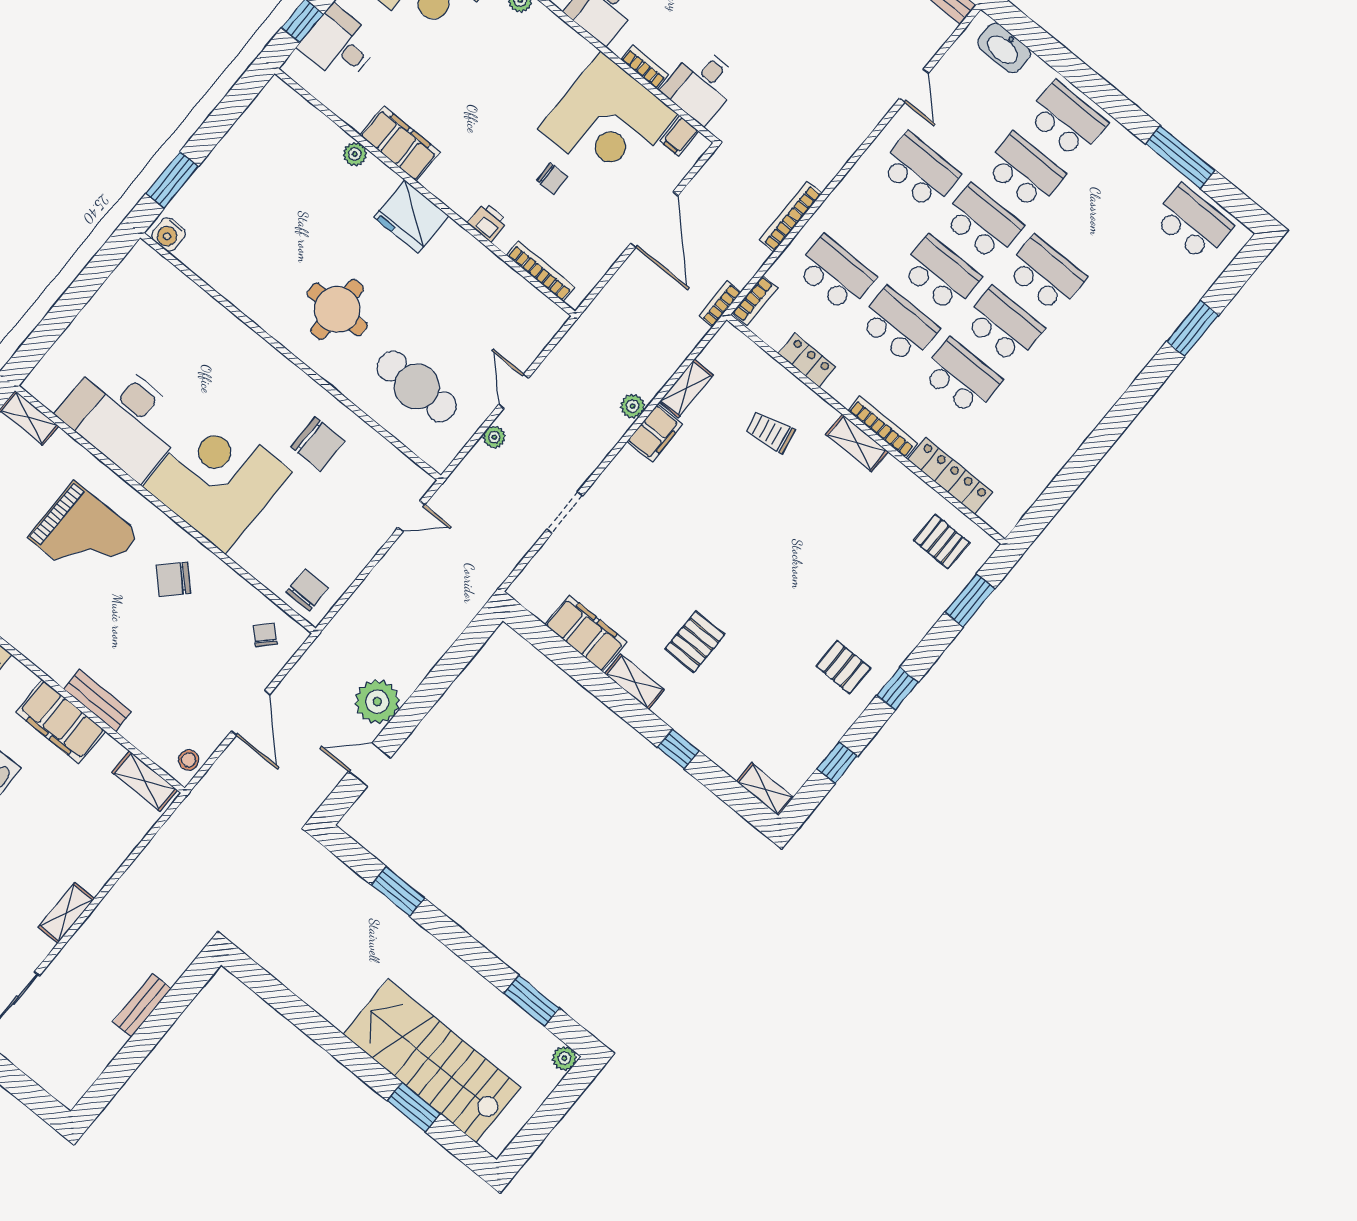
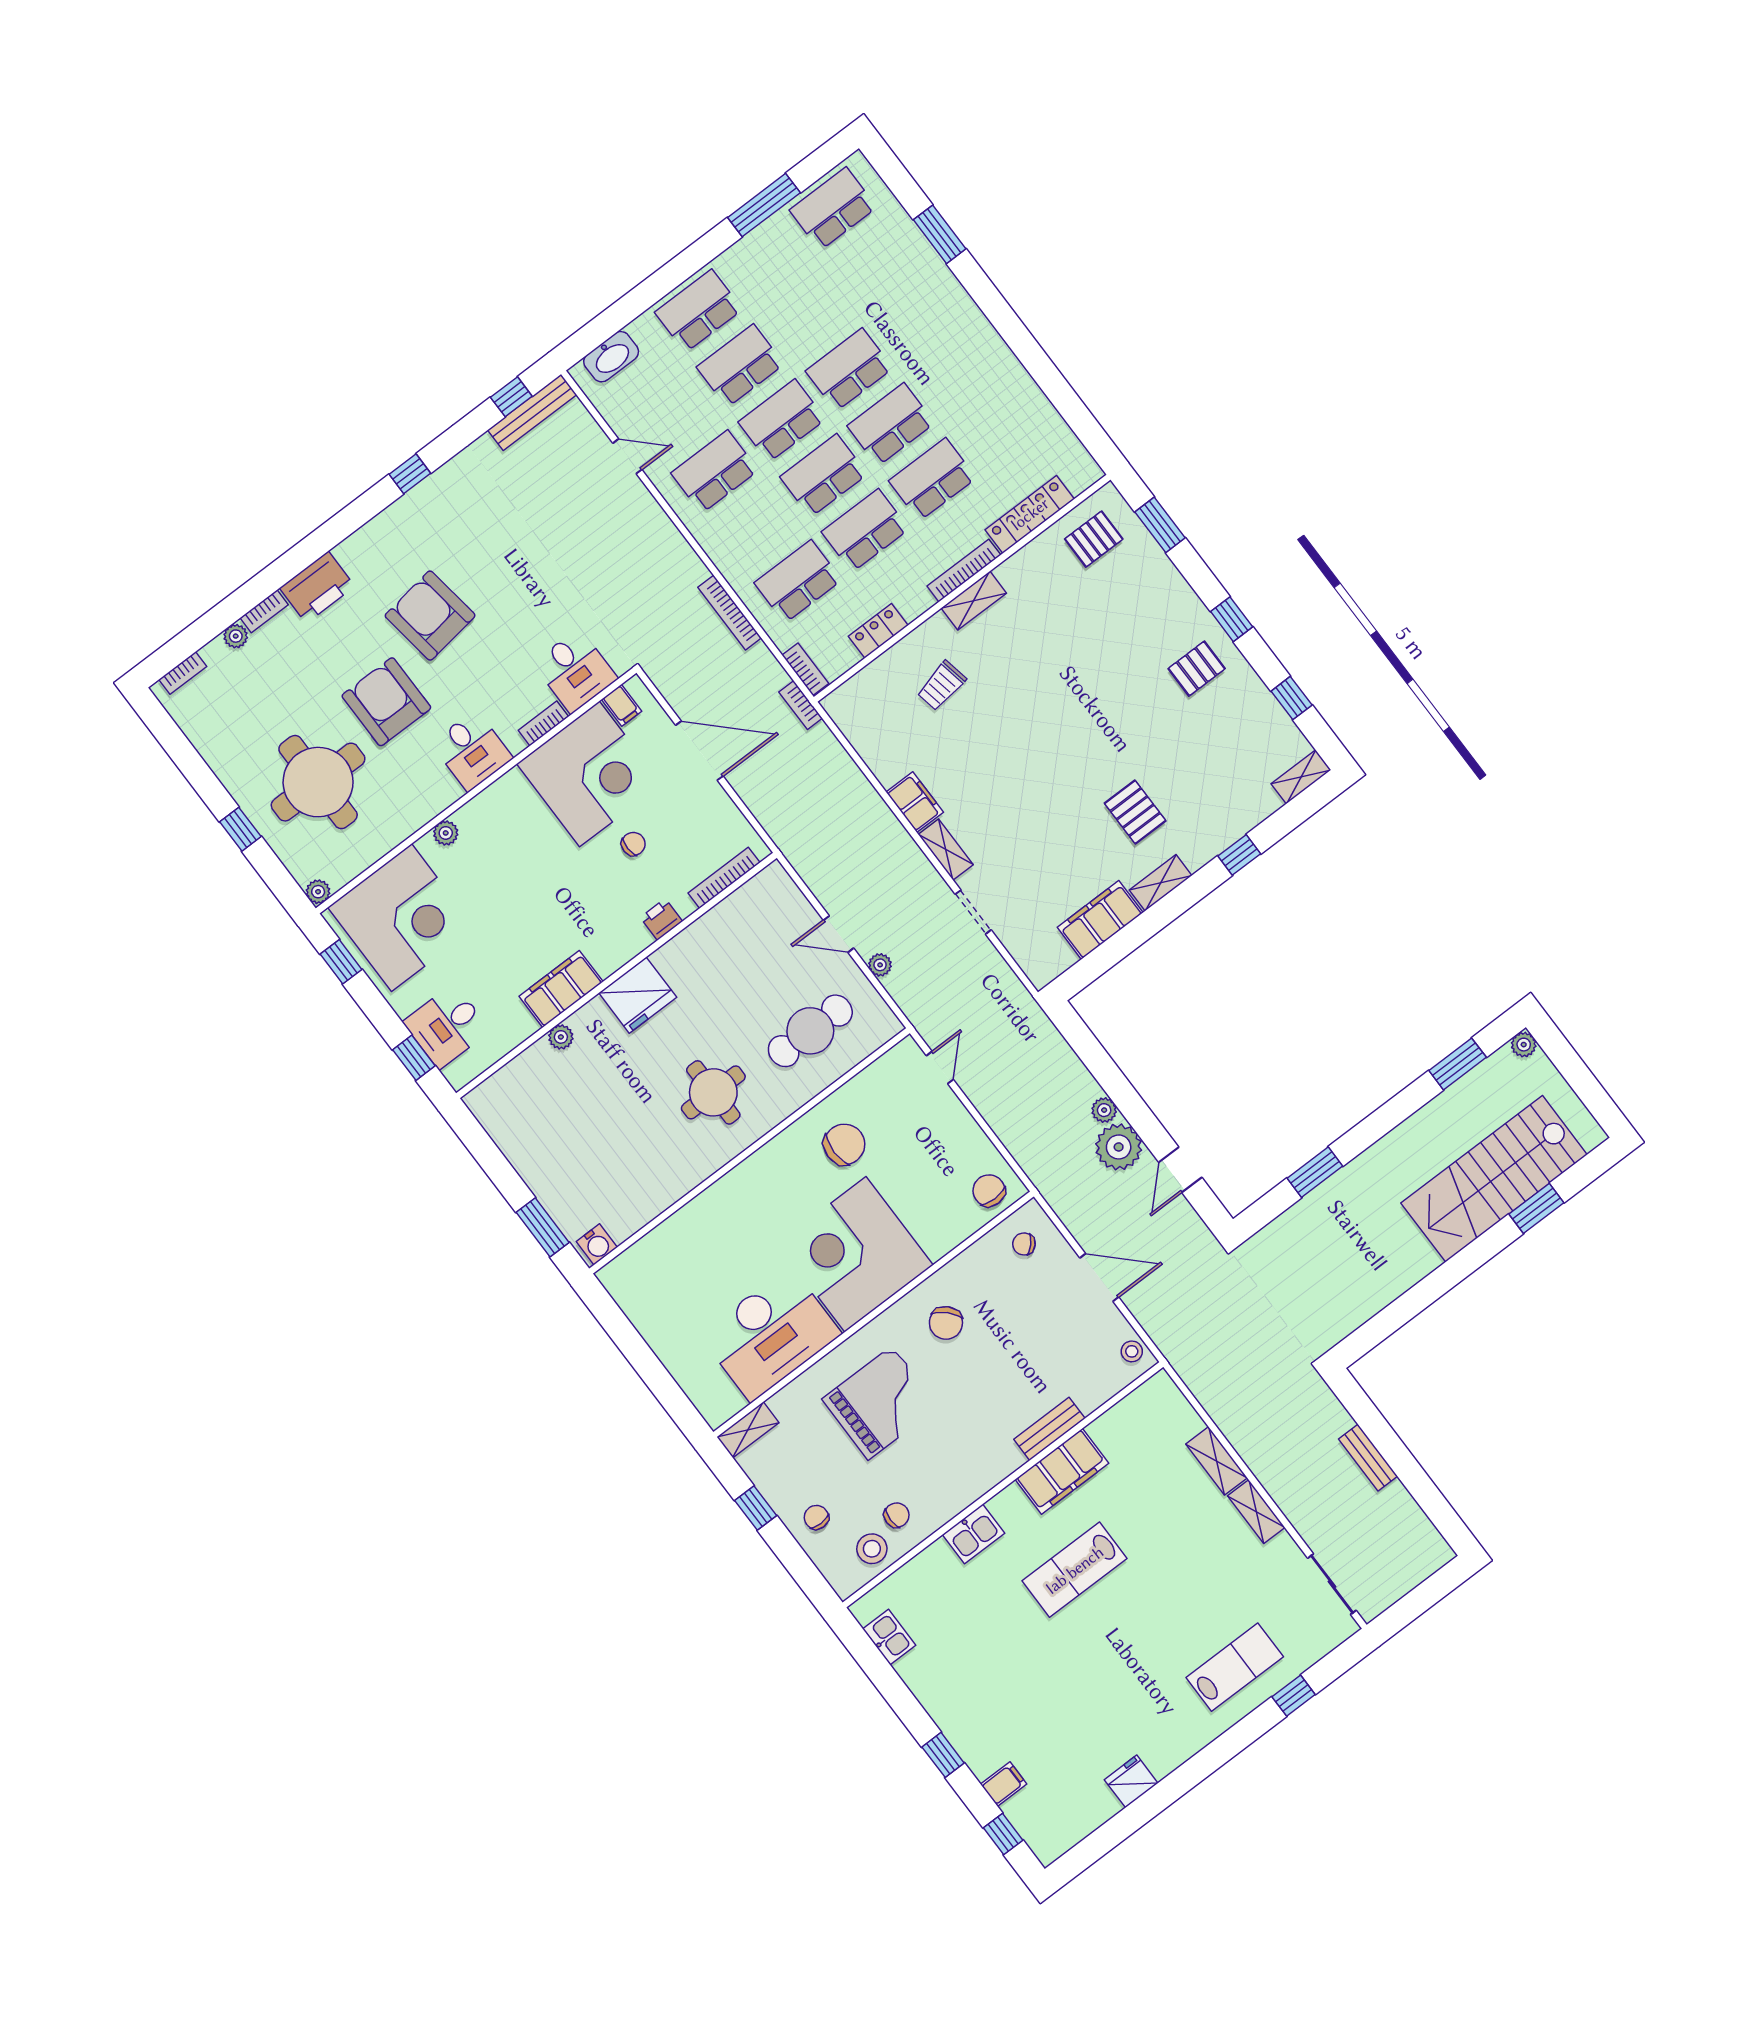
shelving: (686, 388) -> (946, 849), moved
plant: (633, 406) -> (1104, 1110), moved
shelving: (145, 781) -> (1217, 1461), moved, turned 90

